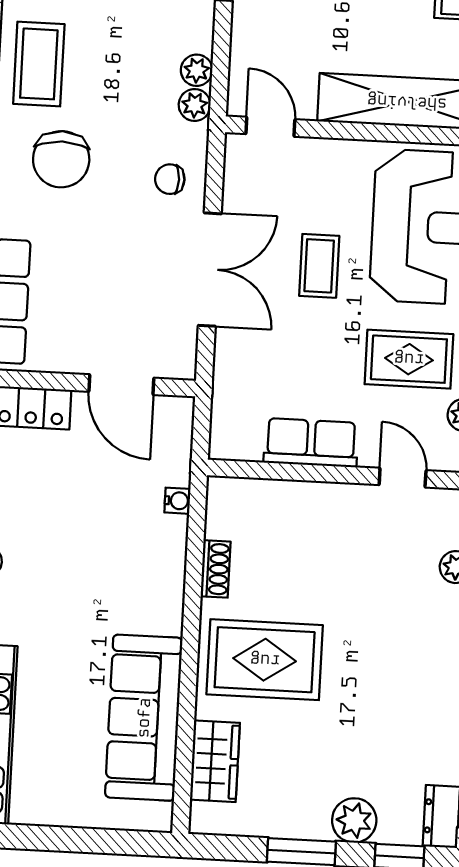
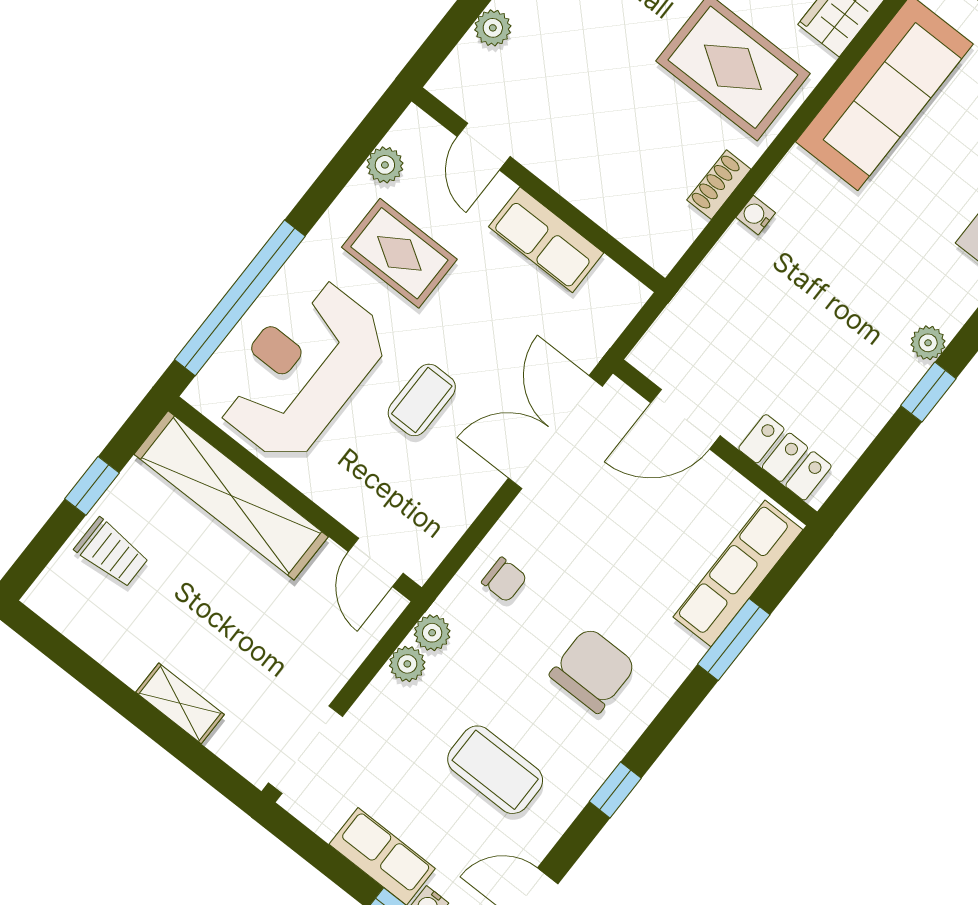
coffee table: (39, 64) -> (495, 770), moved, turned 90
double door: (210, 270) -> (555, 432), moved
door: (121, 385) -> (685, 419), swing flipped
water cooler: (177, 501) -> (756, 215), moved

